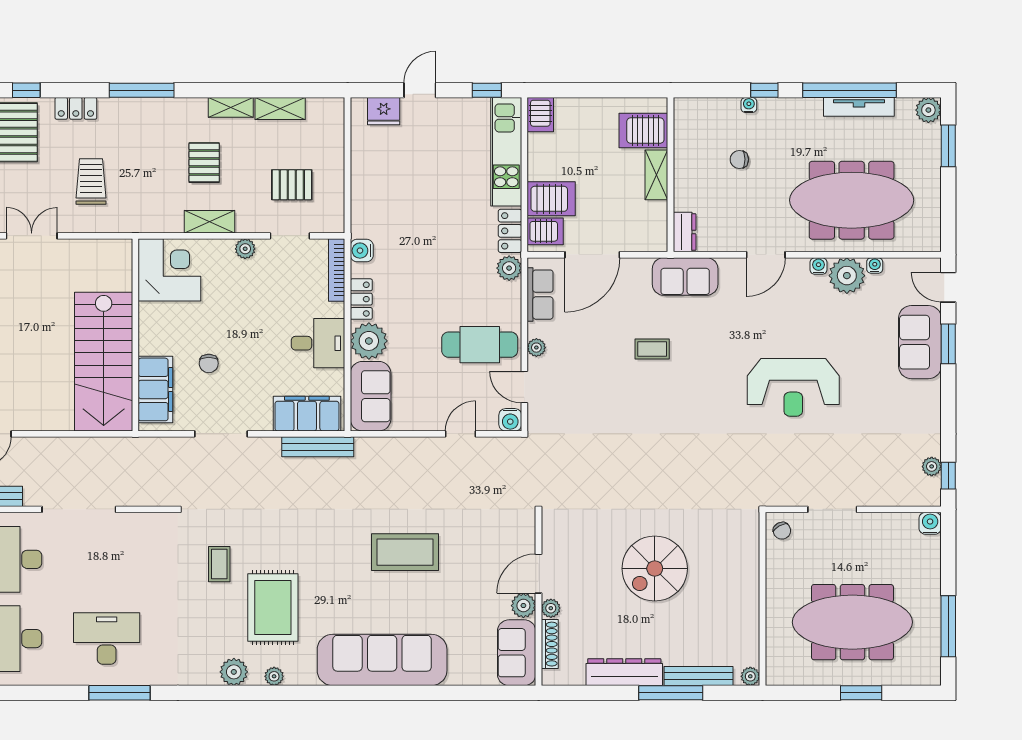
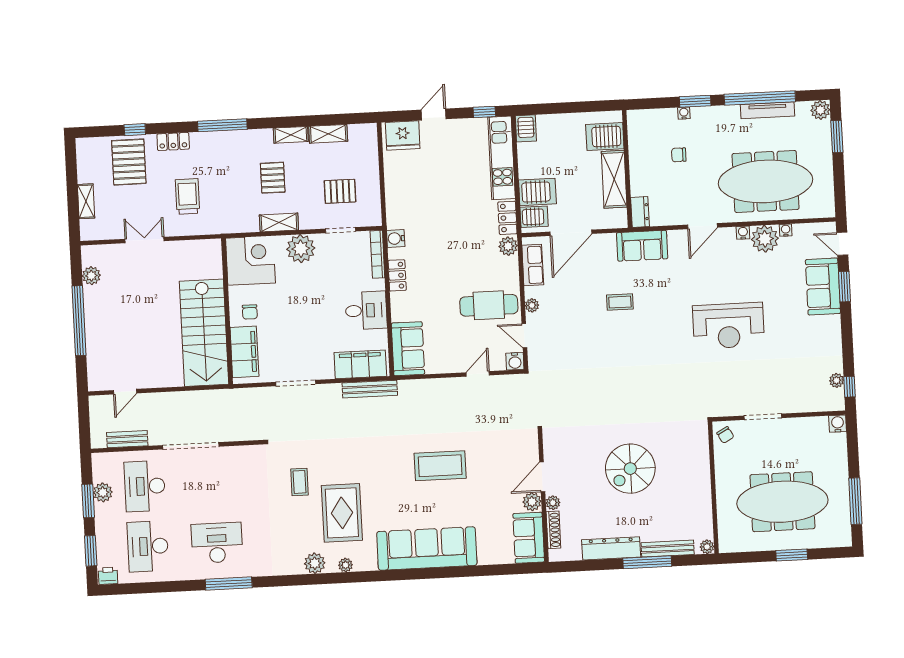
window: (764, 90) -> (695, 101), width x1.50
fridge: (384, 111) -> (403, 135), width x1.36, depth x1.34
shelving: (656, 175) -> (614, 179), width x1.50, depth x1.33
plant: (245, 249) -> (301, 249), width x1.87, depth x1.87
plant: (369, 341) -> (405, 307), removed
chair: (209, 363) -> (250, 312), moved

